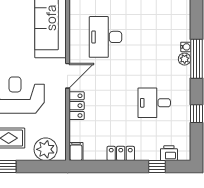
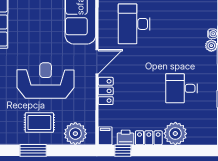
plant: (148, 149) -> (175, 134), added
printer: (169, 153) -> (126, 137), moved
window: (157, 167) -> (123, 151), moved

